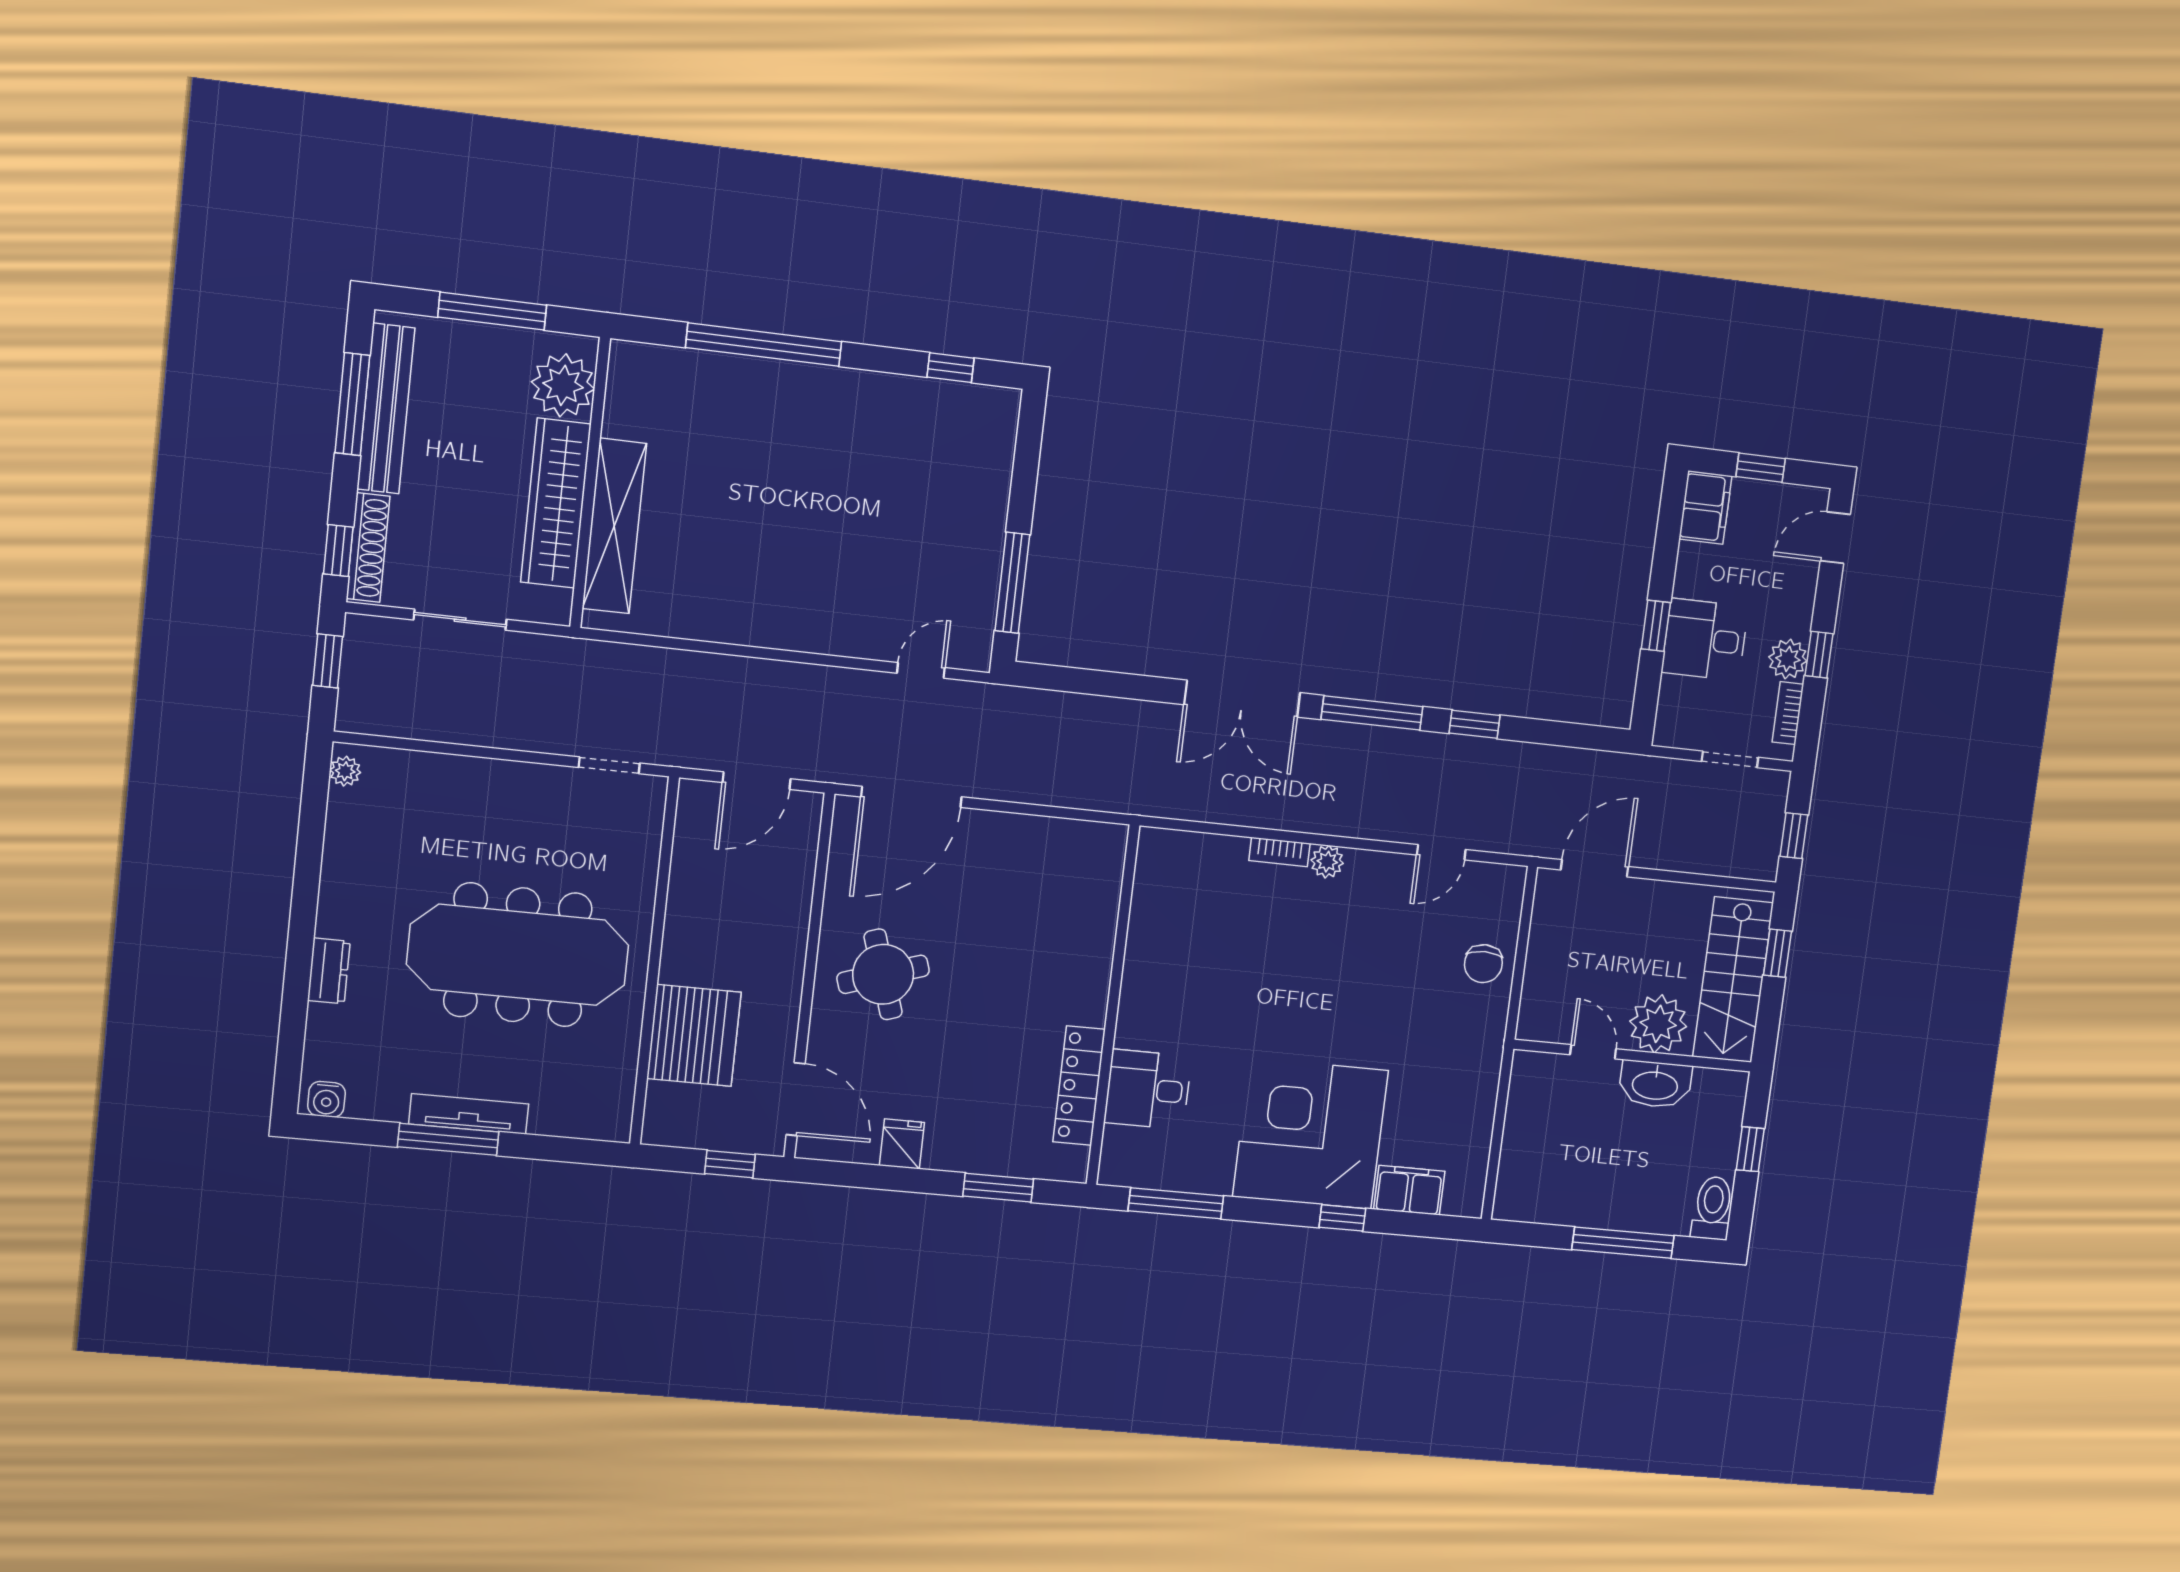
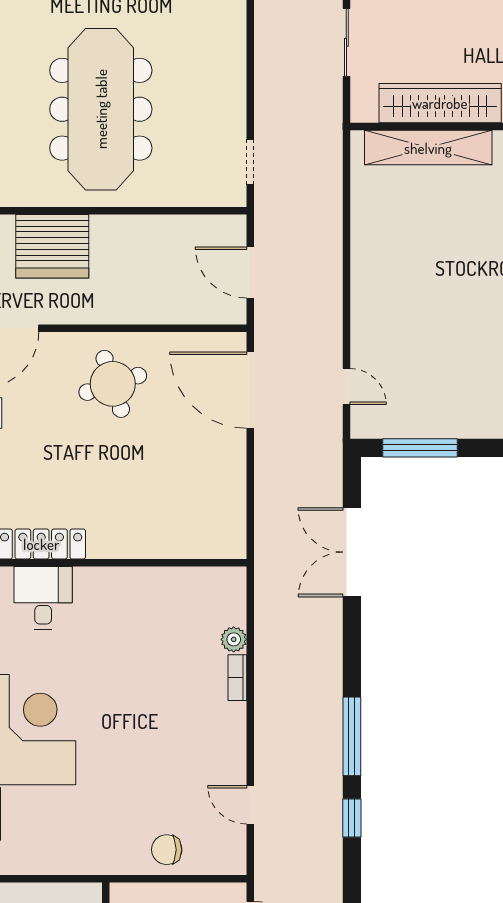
double door: (1242, 699) -> (352, 552), moved
plant: (1327, 862) -> (234, 639), moved

